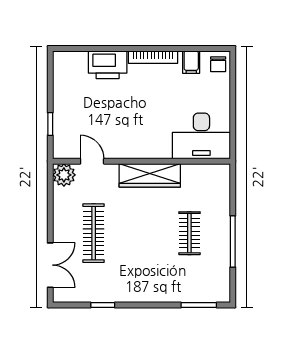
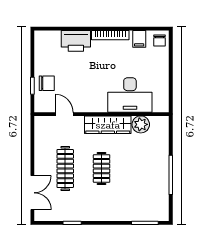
chair: (69, 121) -> (47, 83), added
desk: (201, 136) -> (130, 95), moved
plant: (64, 175) -> (141, 124), moved
clothes rail: (189, 233) -> (102, 168), moved

